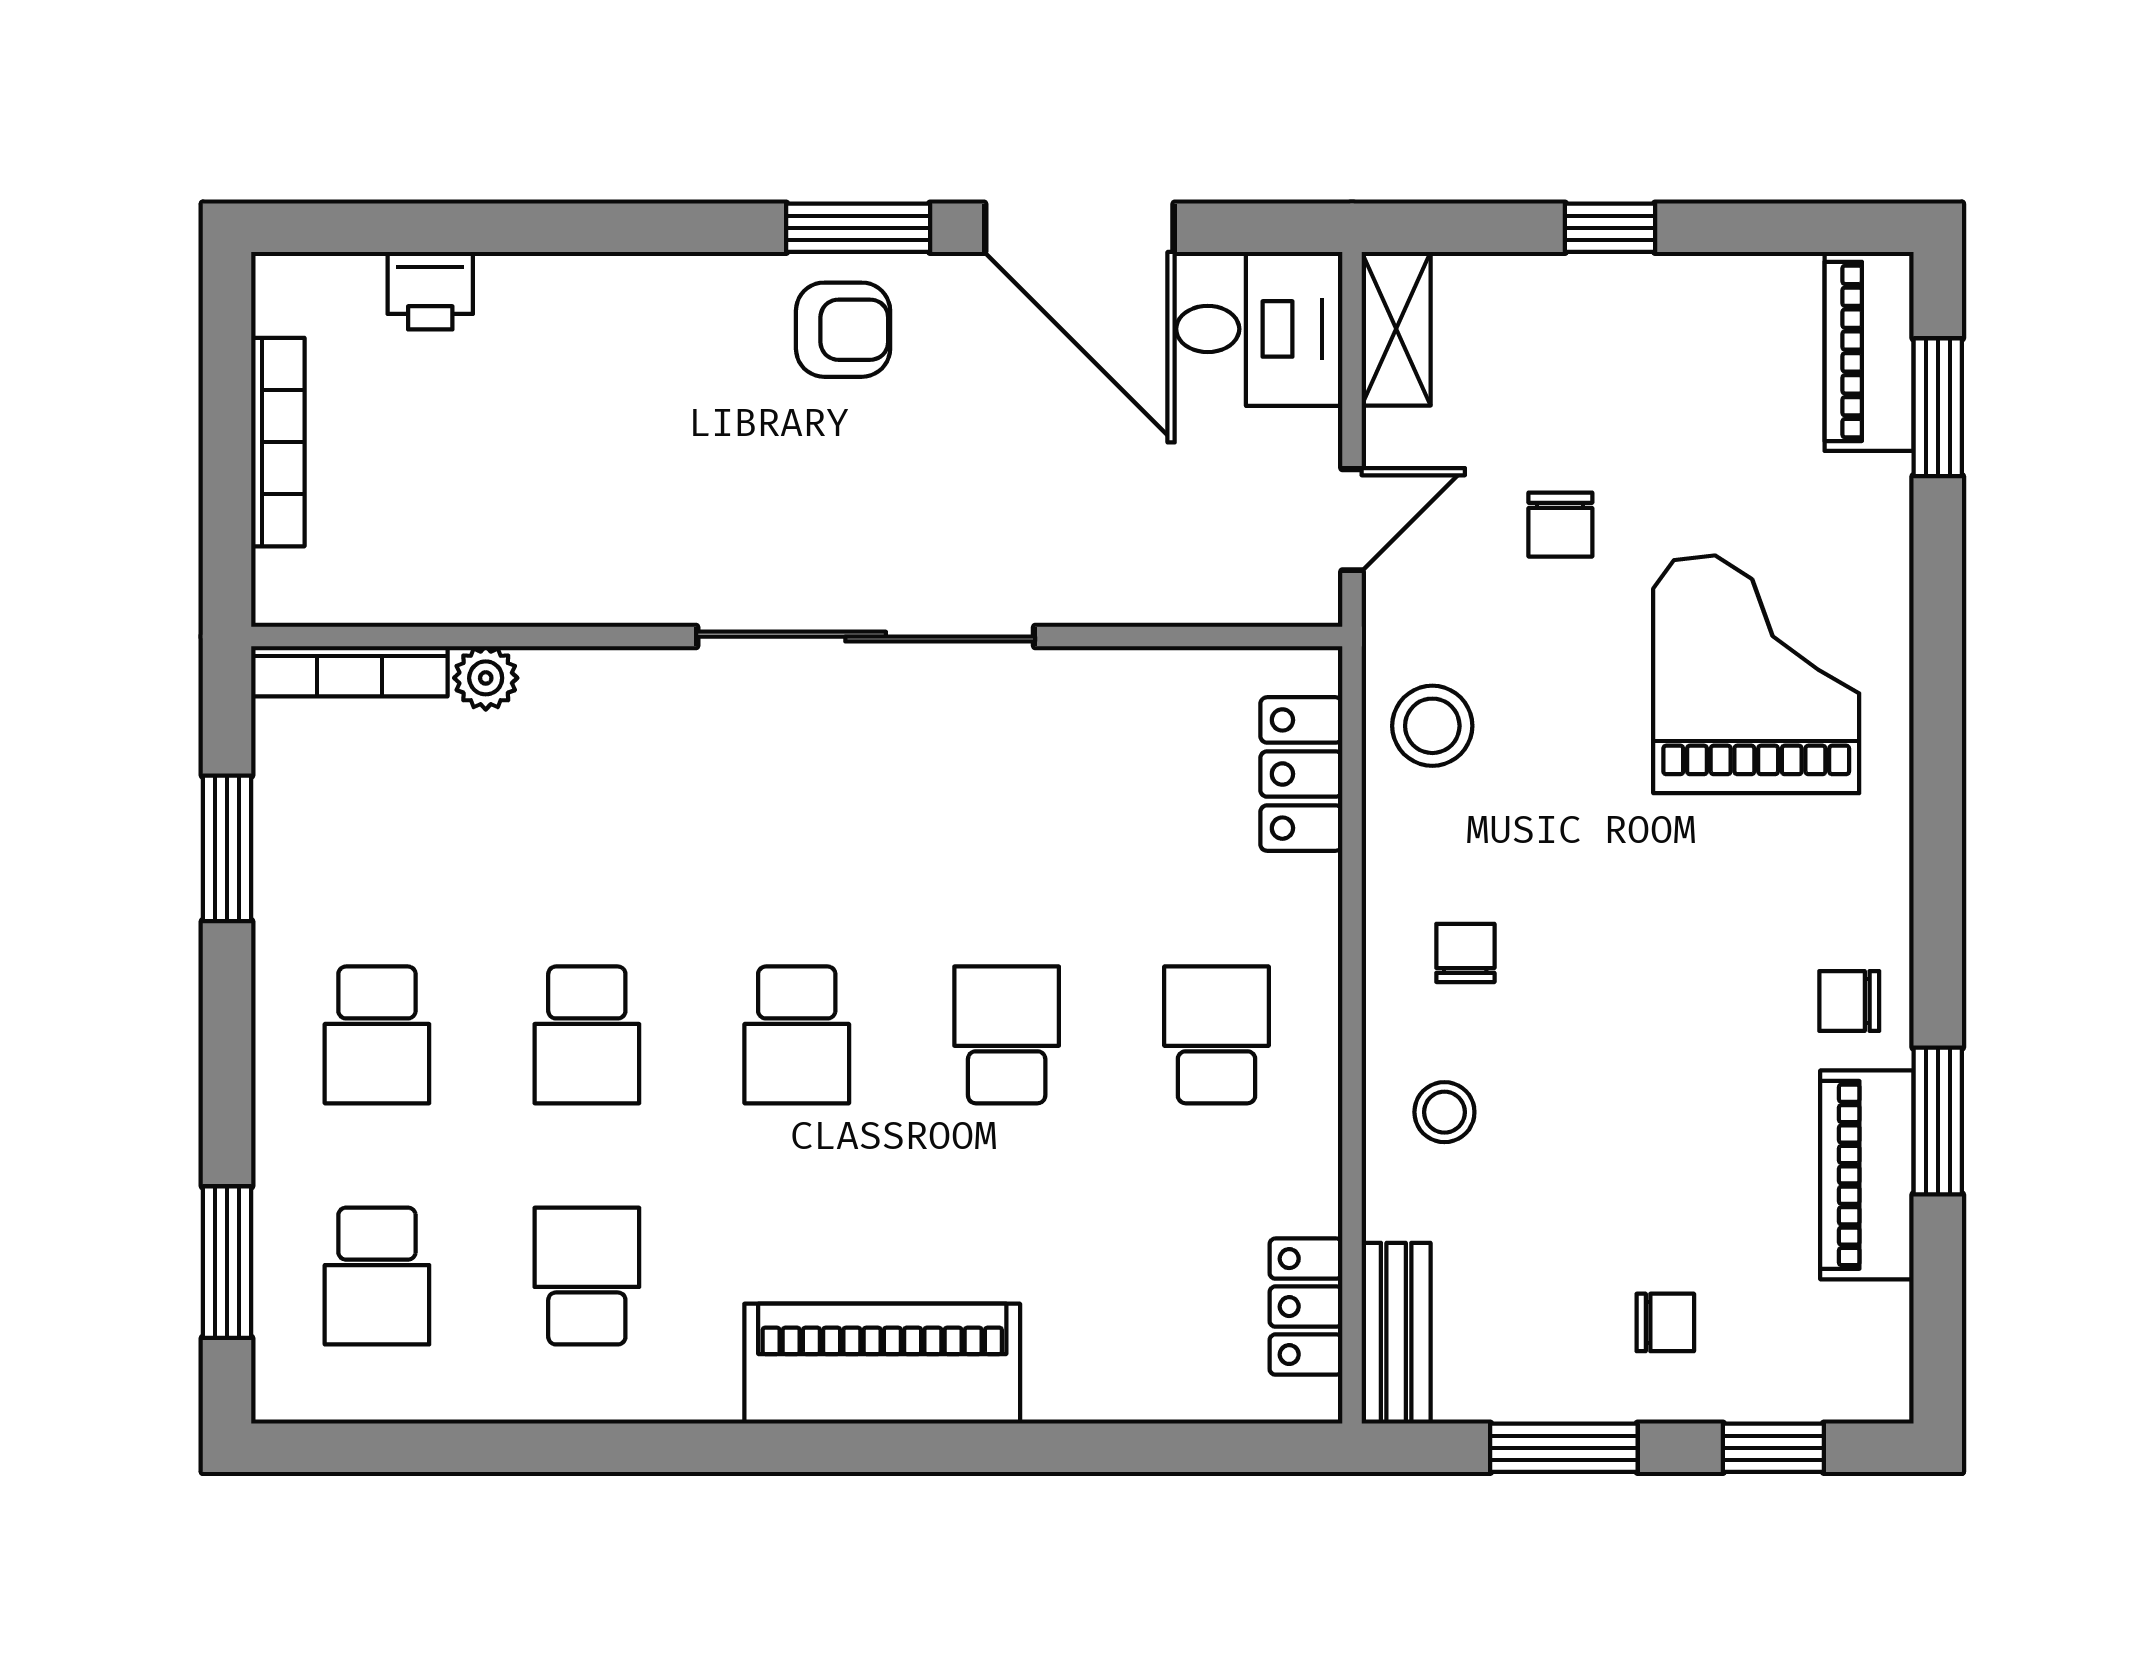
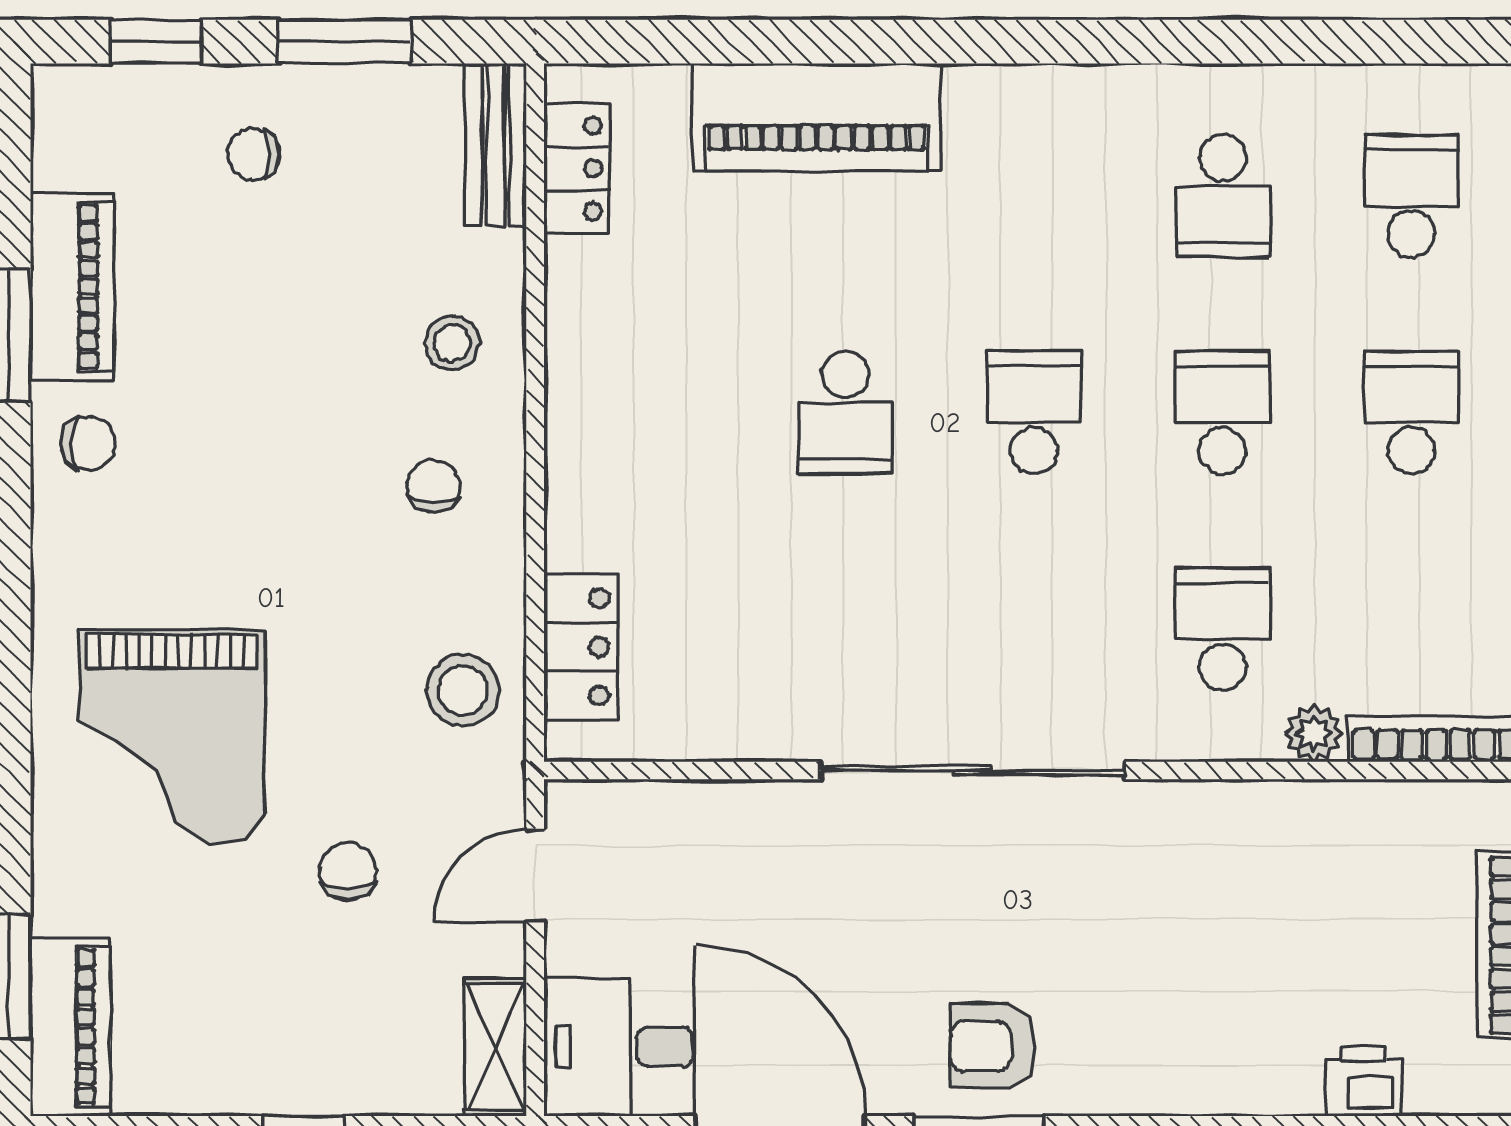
chair: (1465, 953) -> (433, 486), turned 180
school desk: (1216, 1035) -> (1223, 629), moved, turned 180
piano: (882, 1364) -> (816, 117), moved

